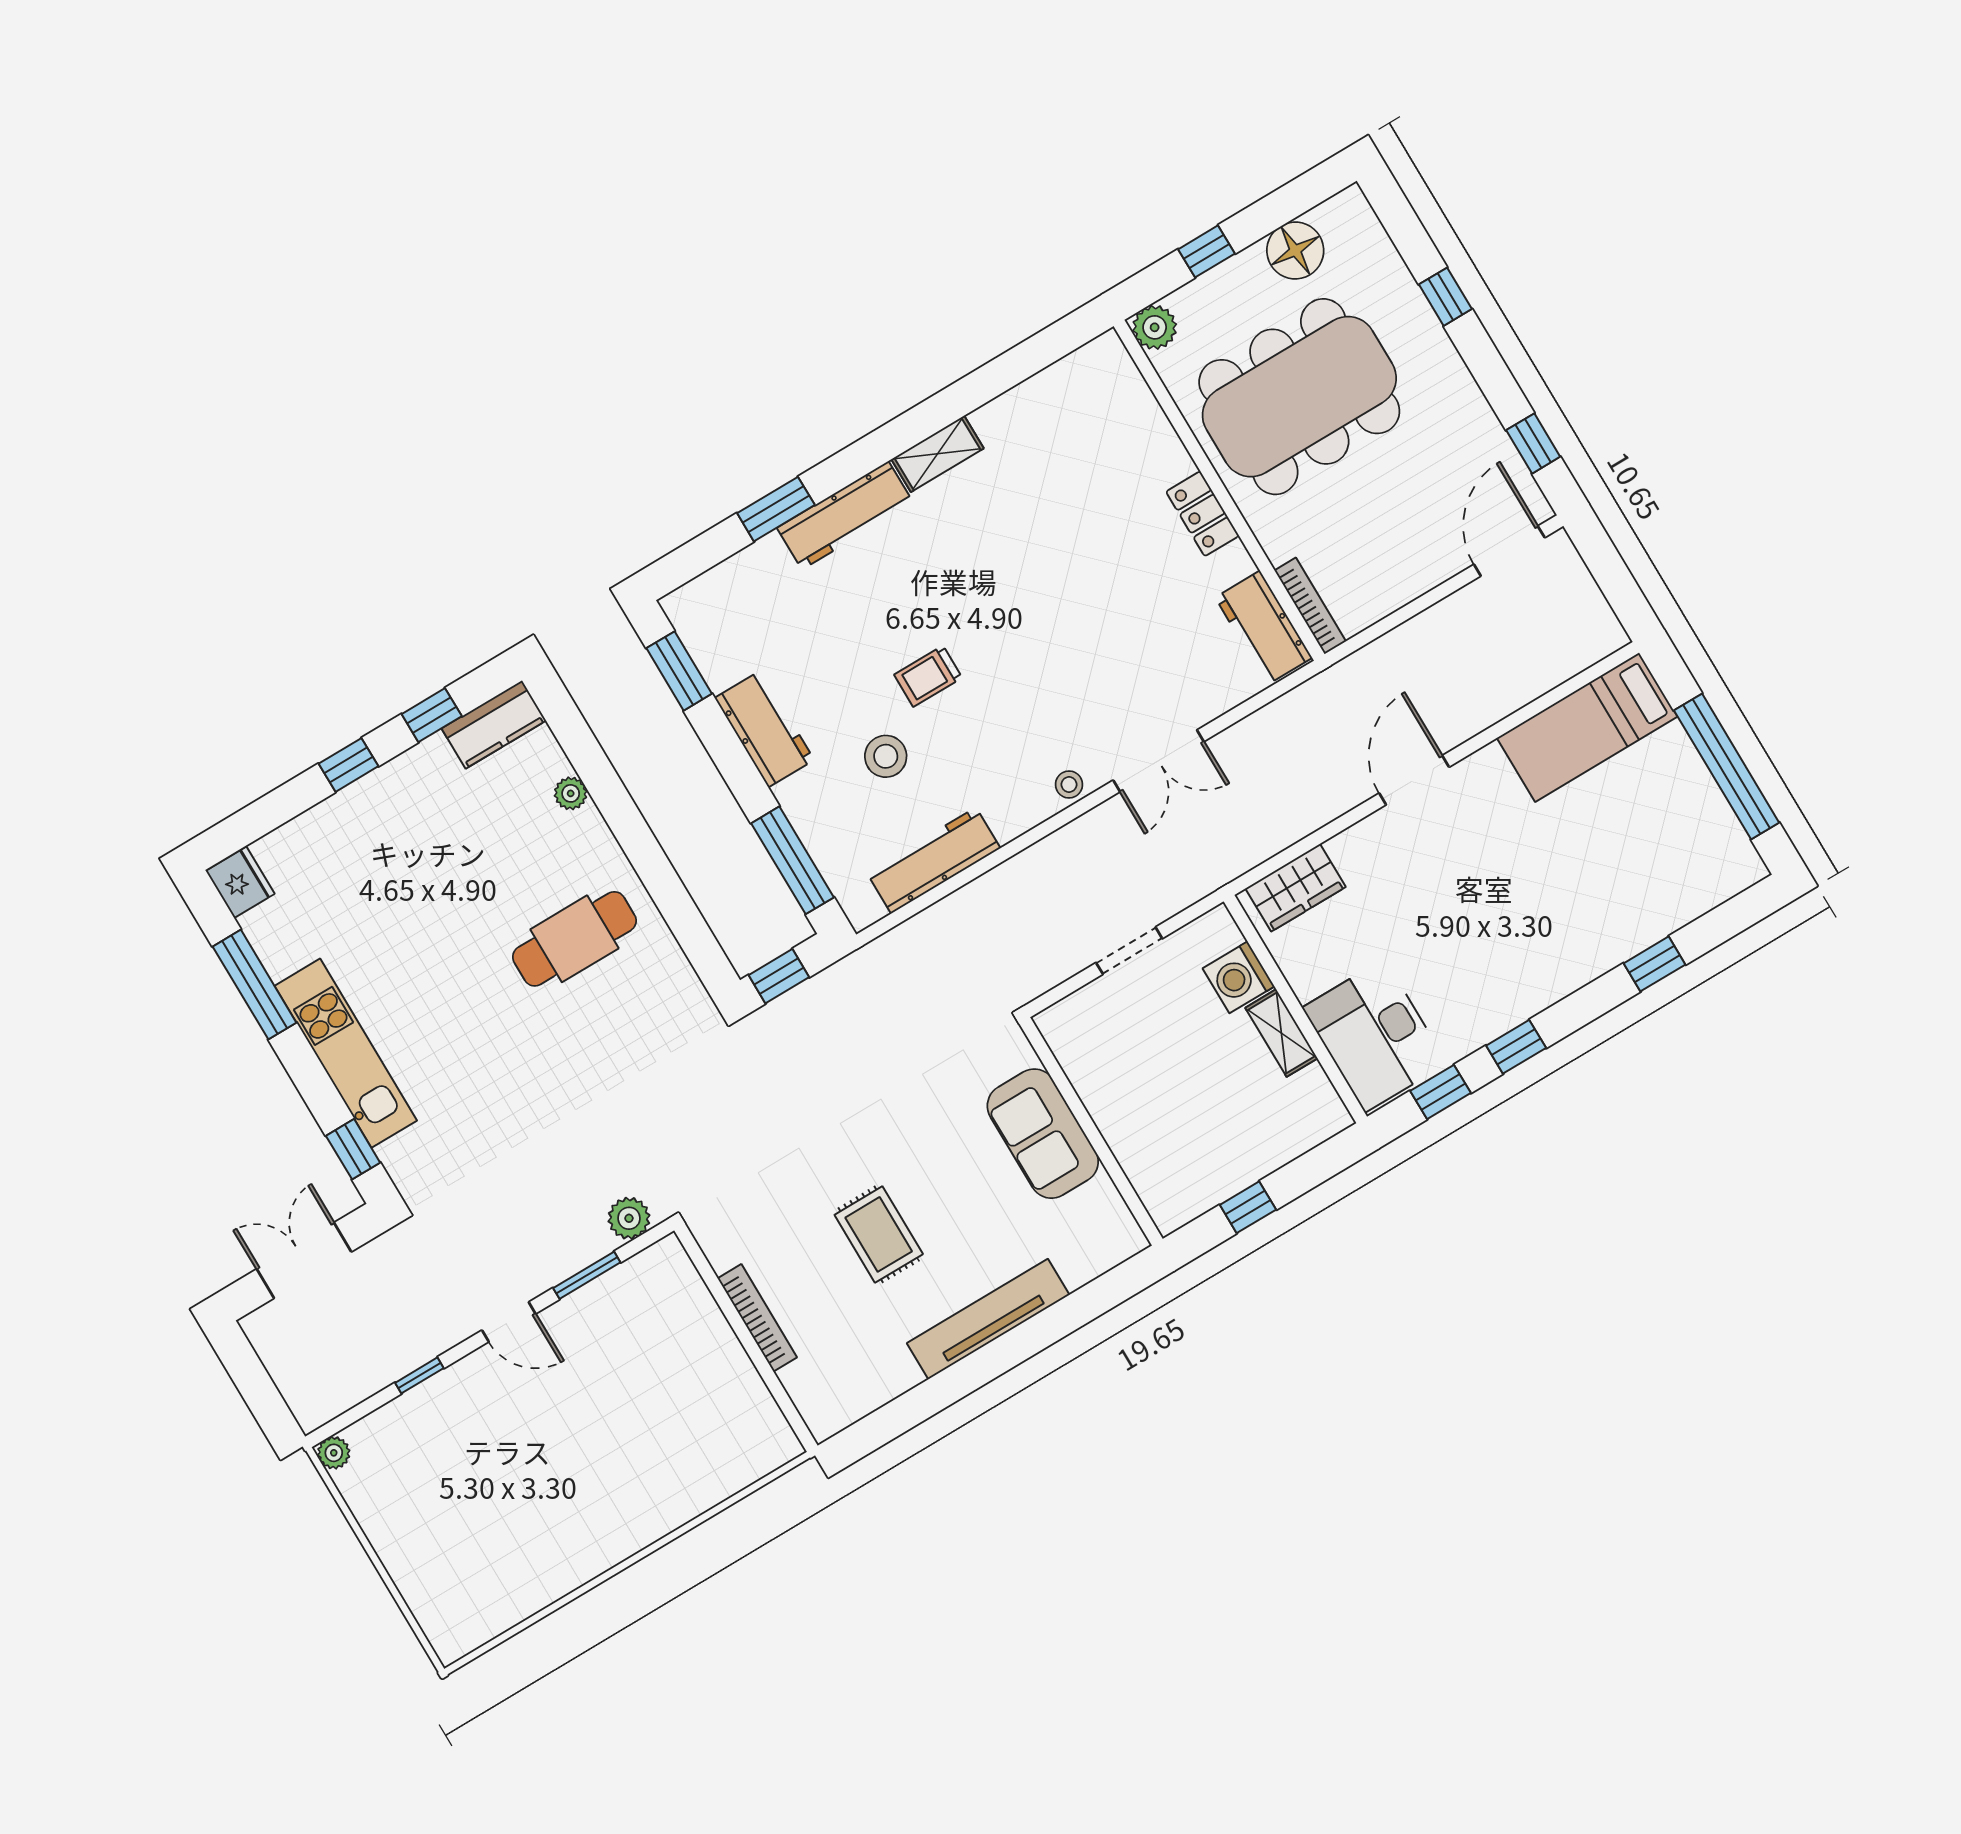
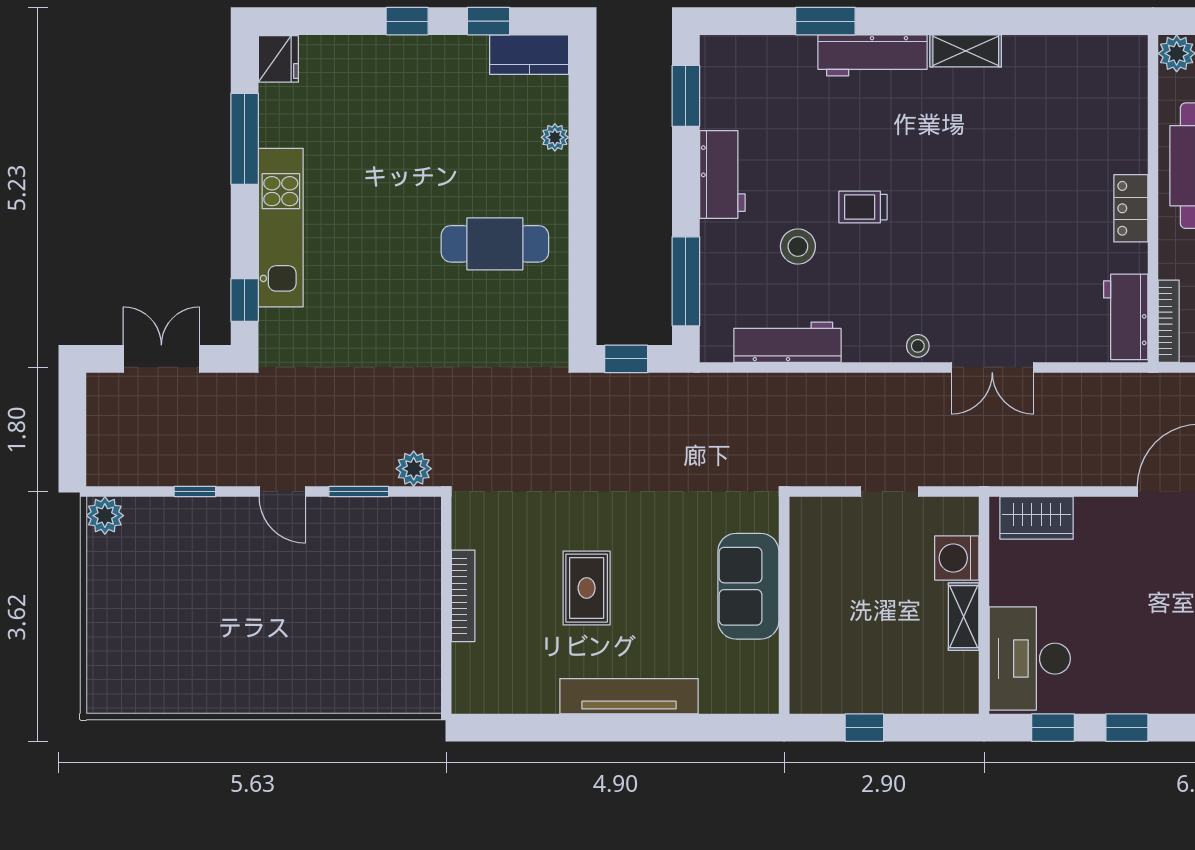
plant: (334, 1453) -> (105, 516), width x1.38, depth x1.38

